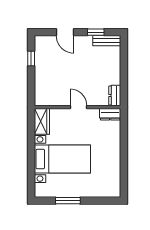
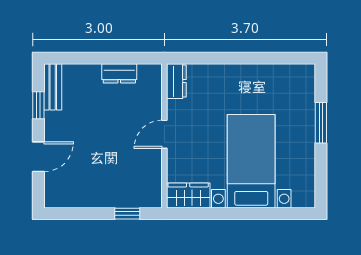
window: (31, 59) -> (127, 214), moved
dresser: (115, 95) -> (119, 73), moved
window: (68, 201) -> (321, 123), moved

